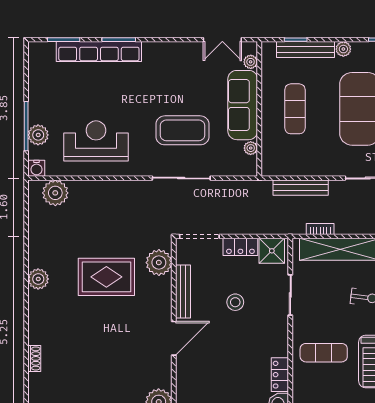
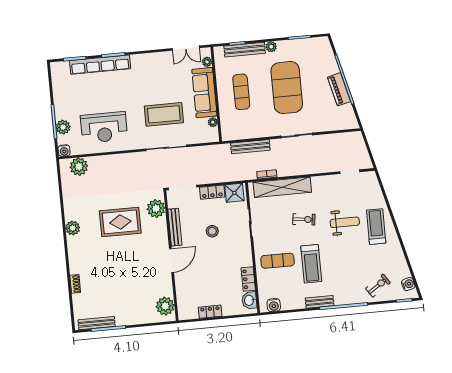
reception desk: (96, 141) -> (104, 127), turned 180

